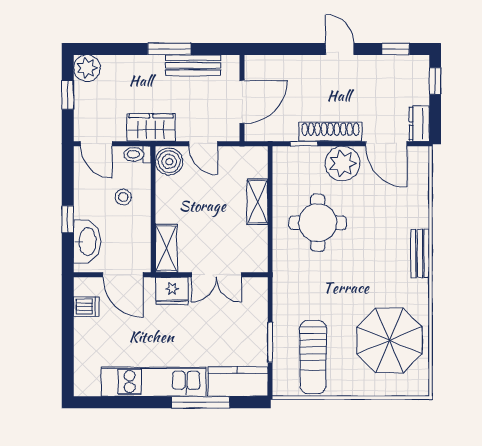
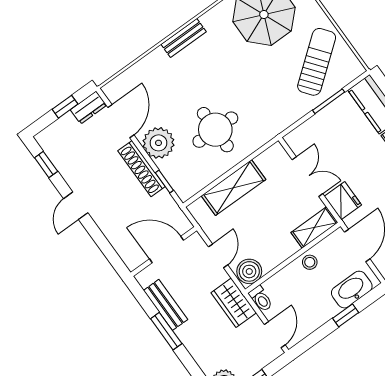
window: (435, 81) -> (65, 107), moved
stool: (123, 197) -> (310, 262), moved
shelving: (258, 202) -> (234, 188), width x1.50, depth x1.33
sun lounger: (313, 357) -> (317, 62), turned -38

